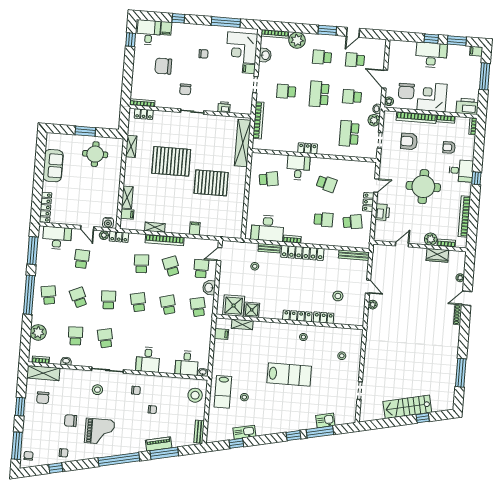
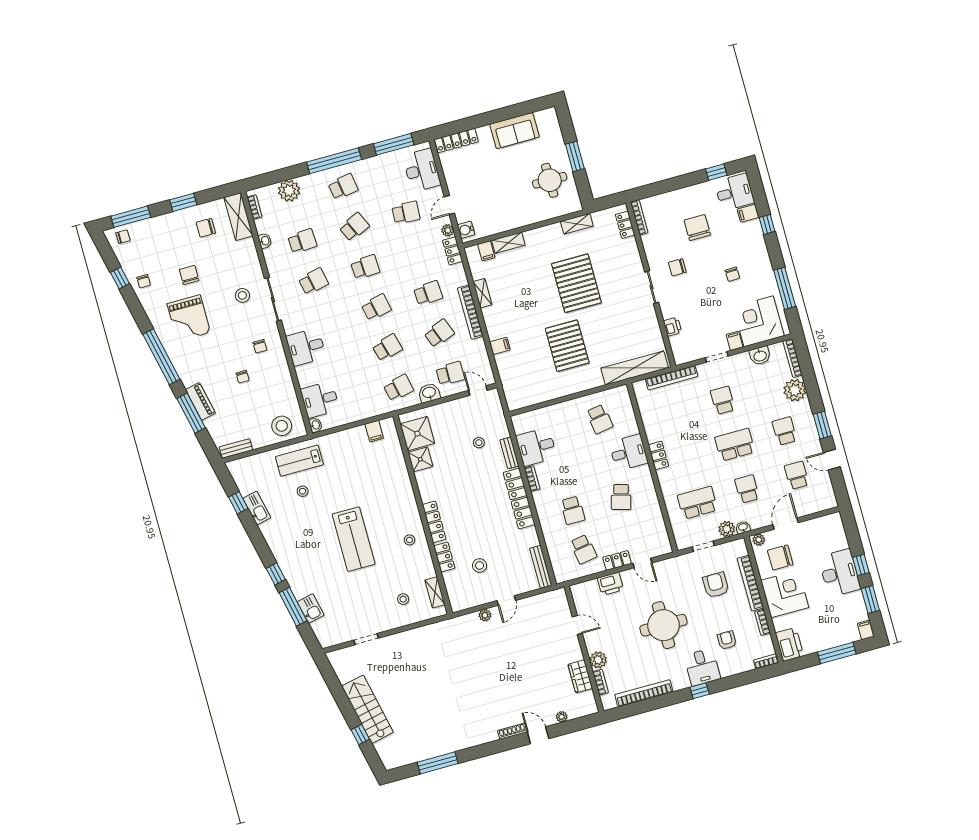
desk: (267, 228) -> (536, 447), width x0.73
shelving: (242, 324) -> (435, 592), moved

